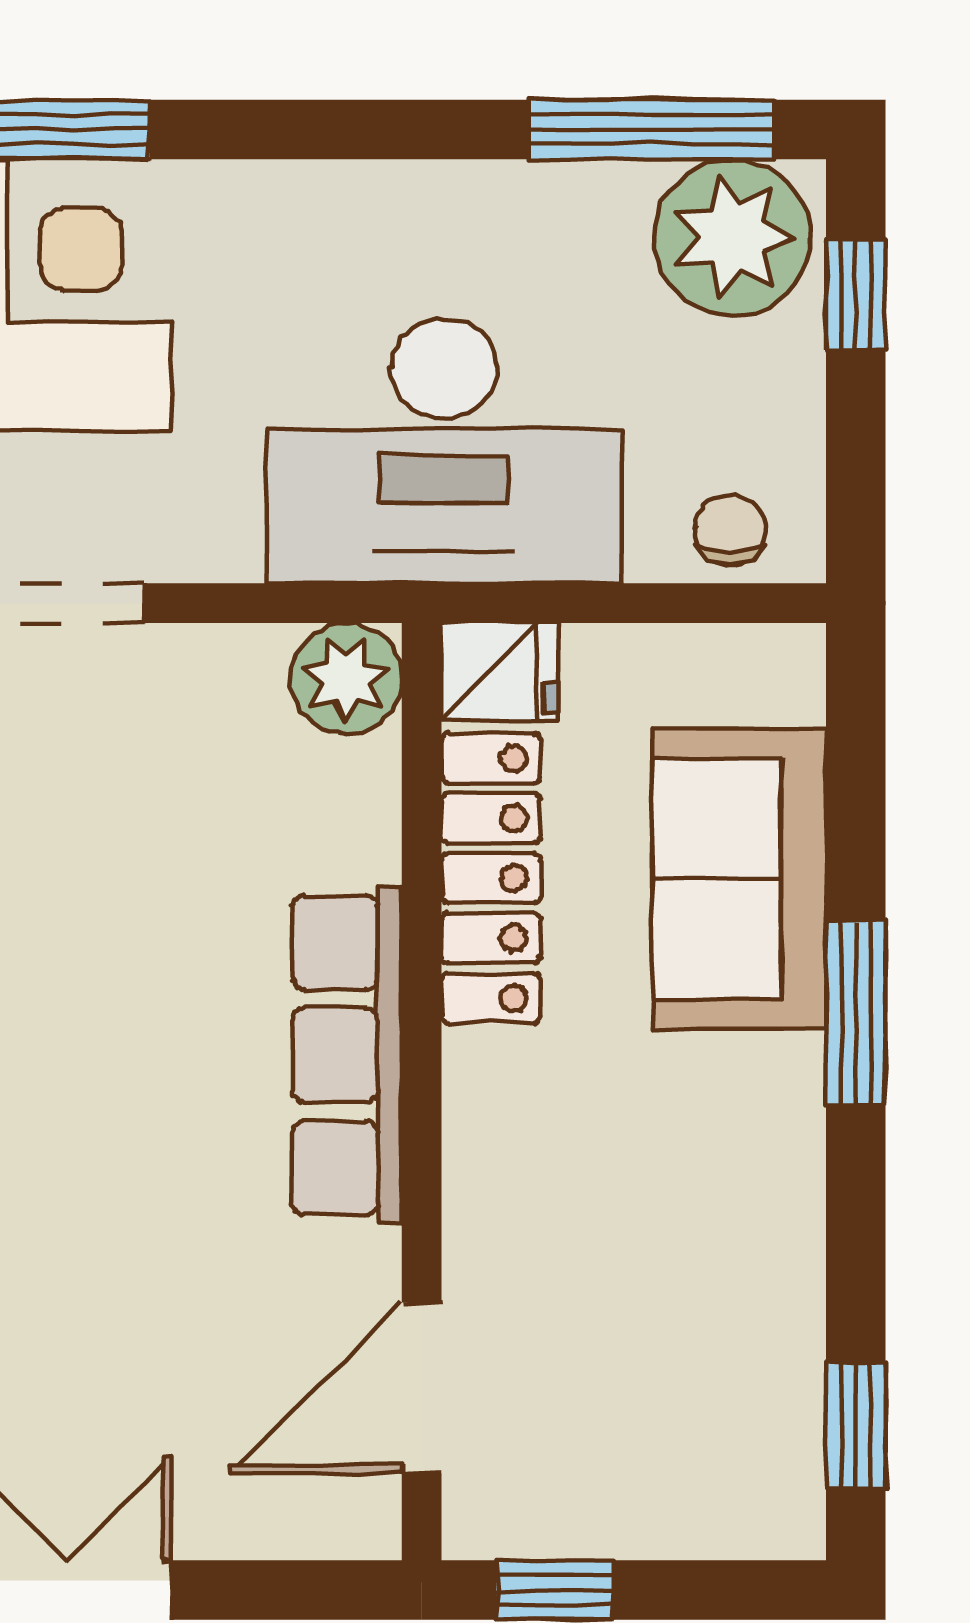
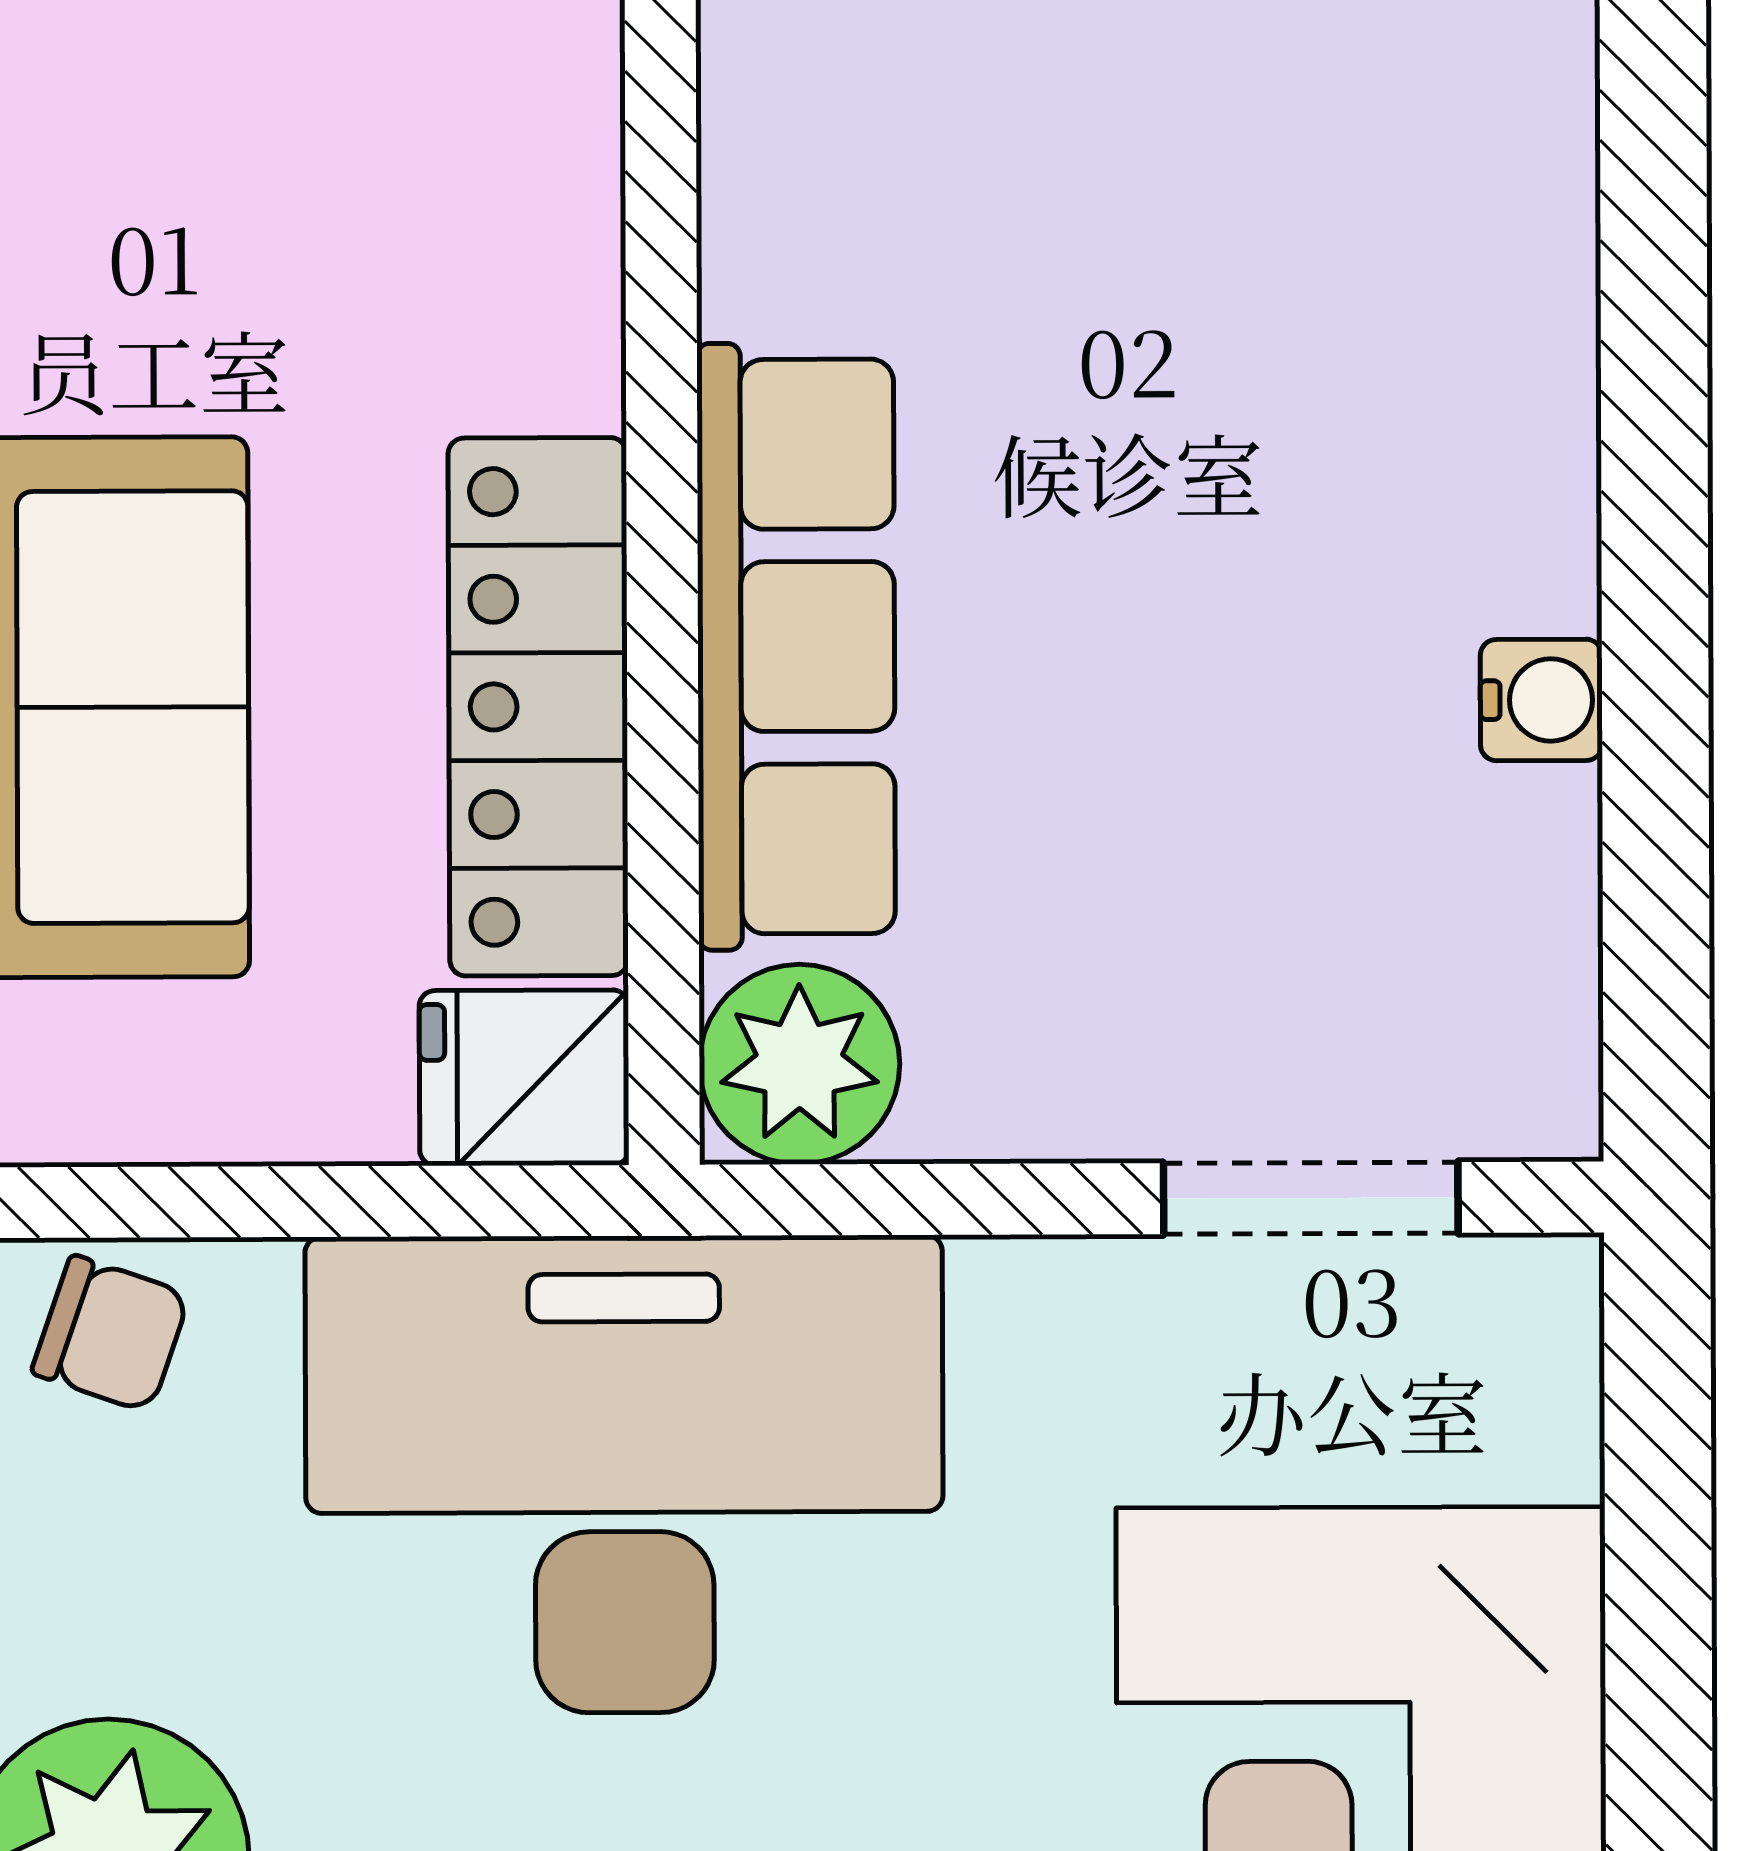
chair: (730, 530) -> (111, 1334), turned -71
row of seats: (347, 1055) -> (796, 647), moved

